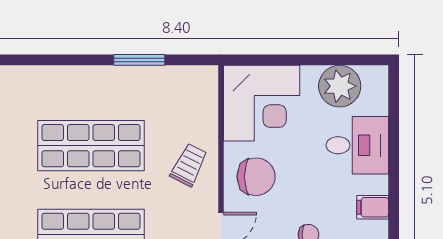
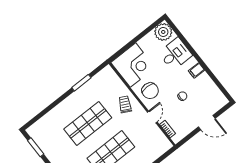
plant: (340, 86) -> (163, 32), moved
chair: (256, 177) -> (150, 91), turned 90

